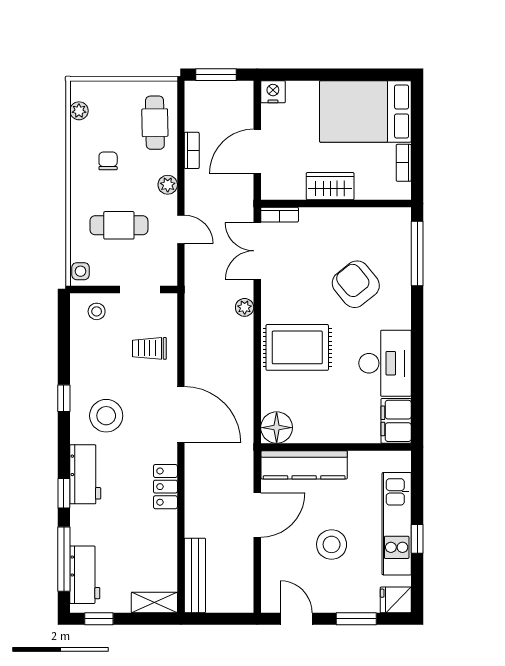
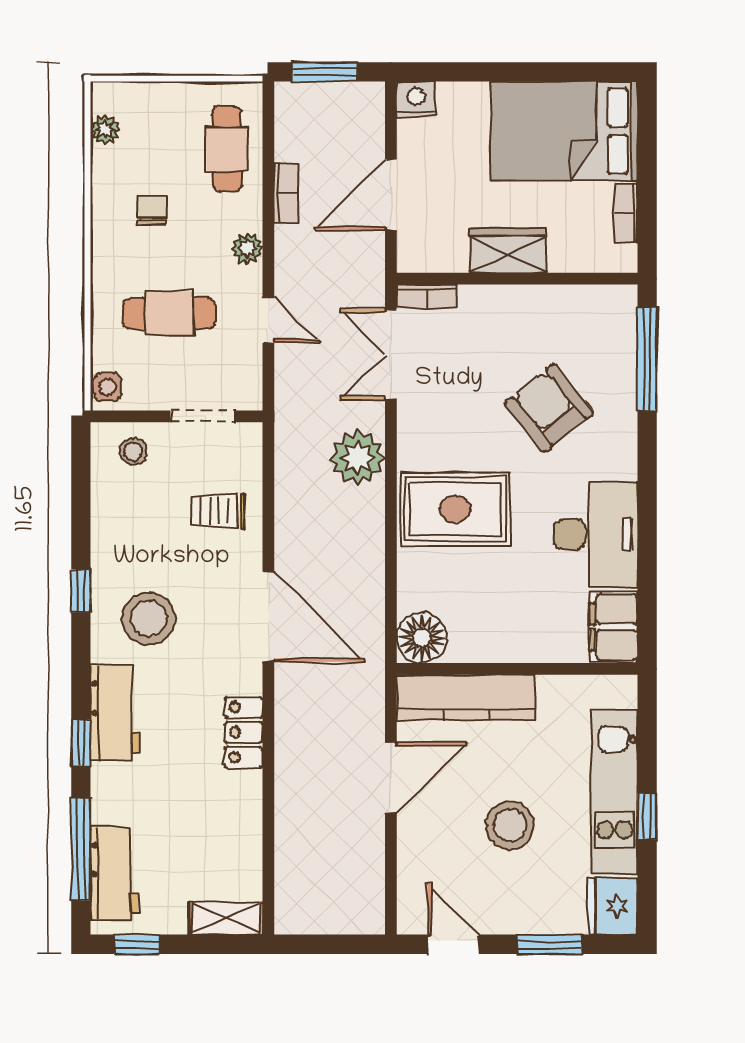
plant: (245, 307) -> (358, 458), width x1.88, depth x1.88
bench: (195, 575) -> (291, 875), removed
fridge: (396, 600) -> (613, 906), width x1.38

